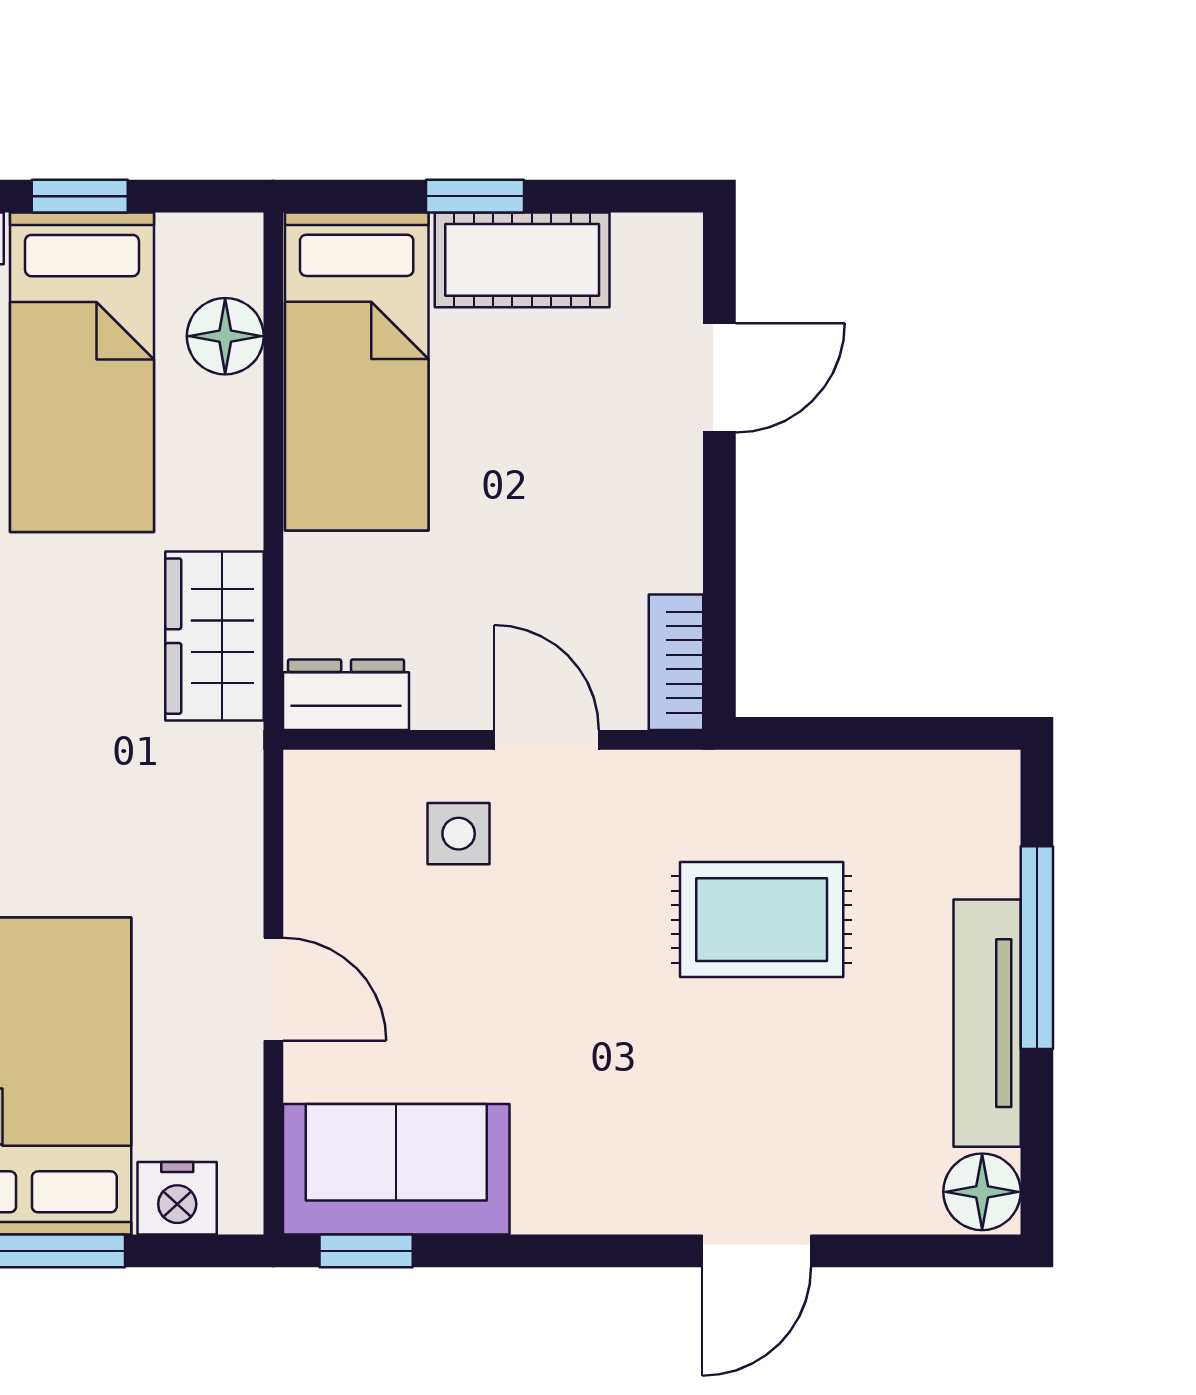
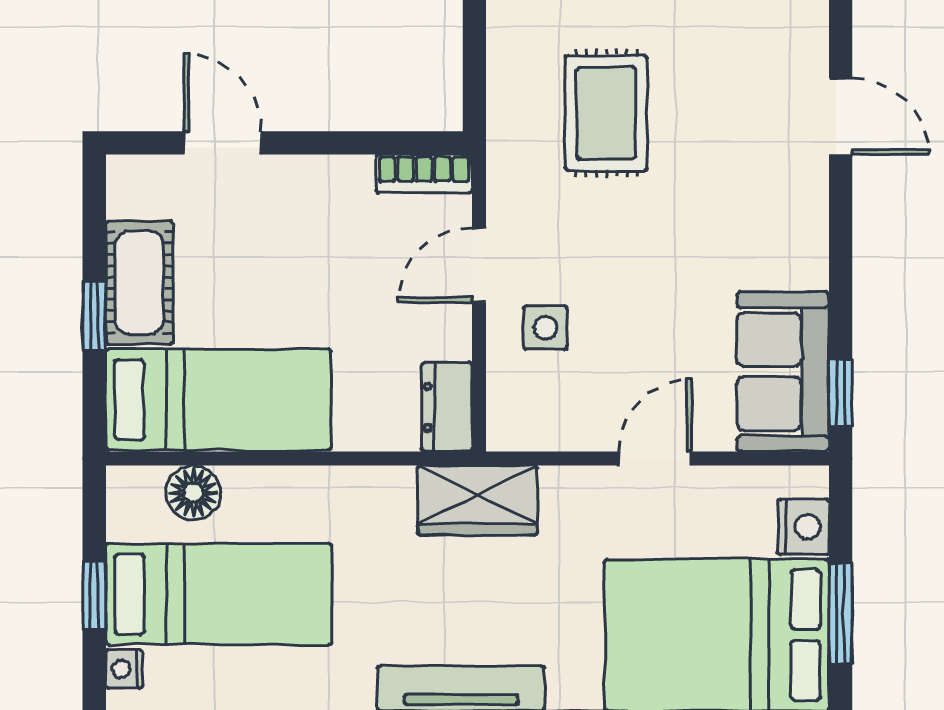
wardrobe: (215, 636) -> (477, 500), moved

